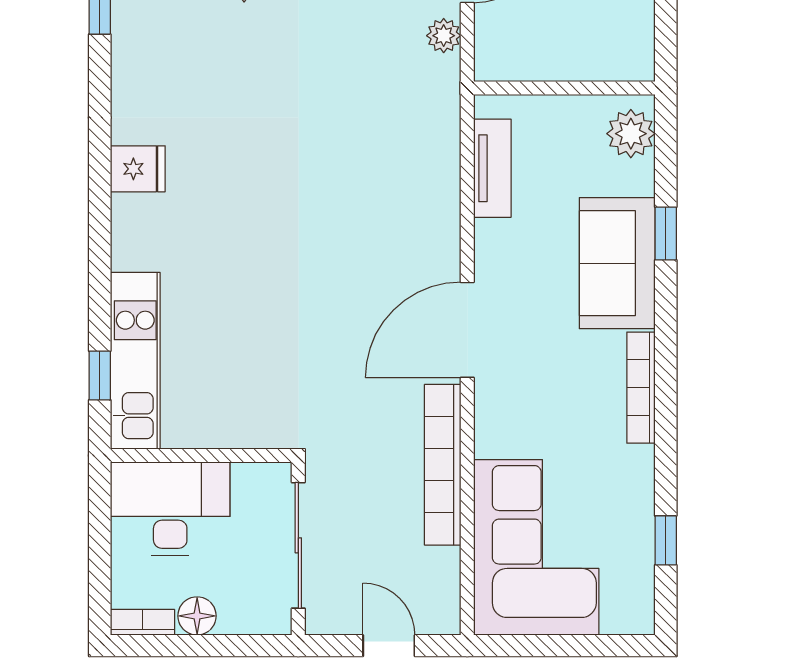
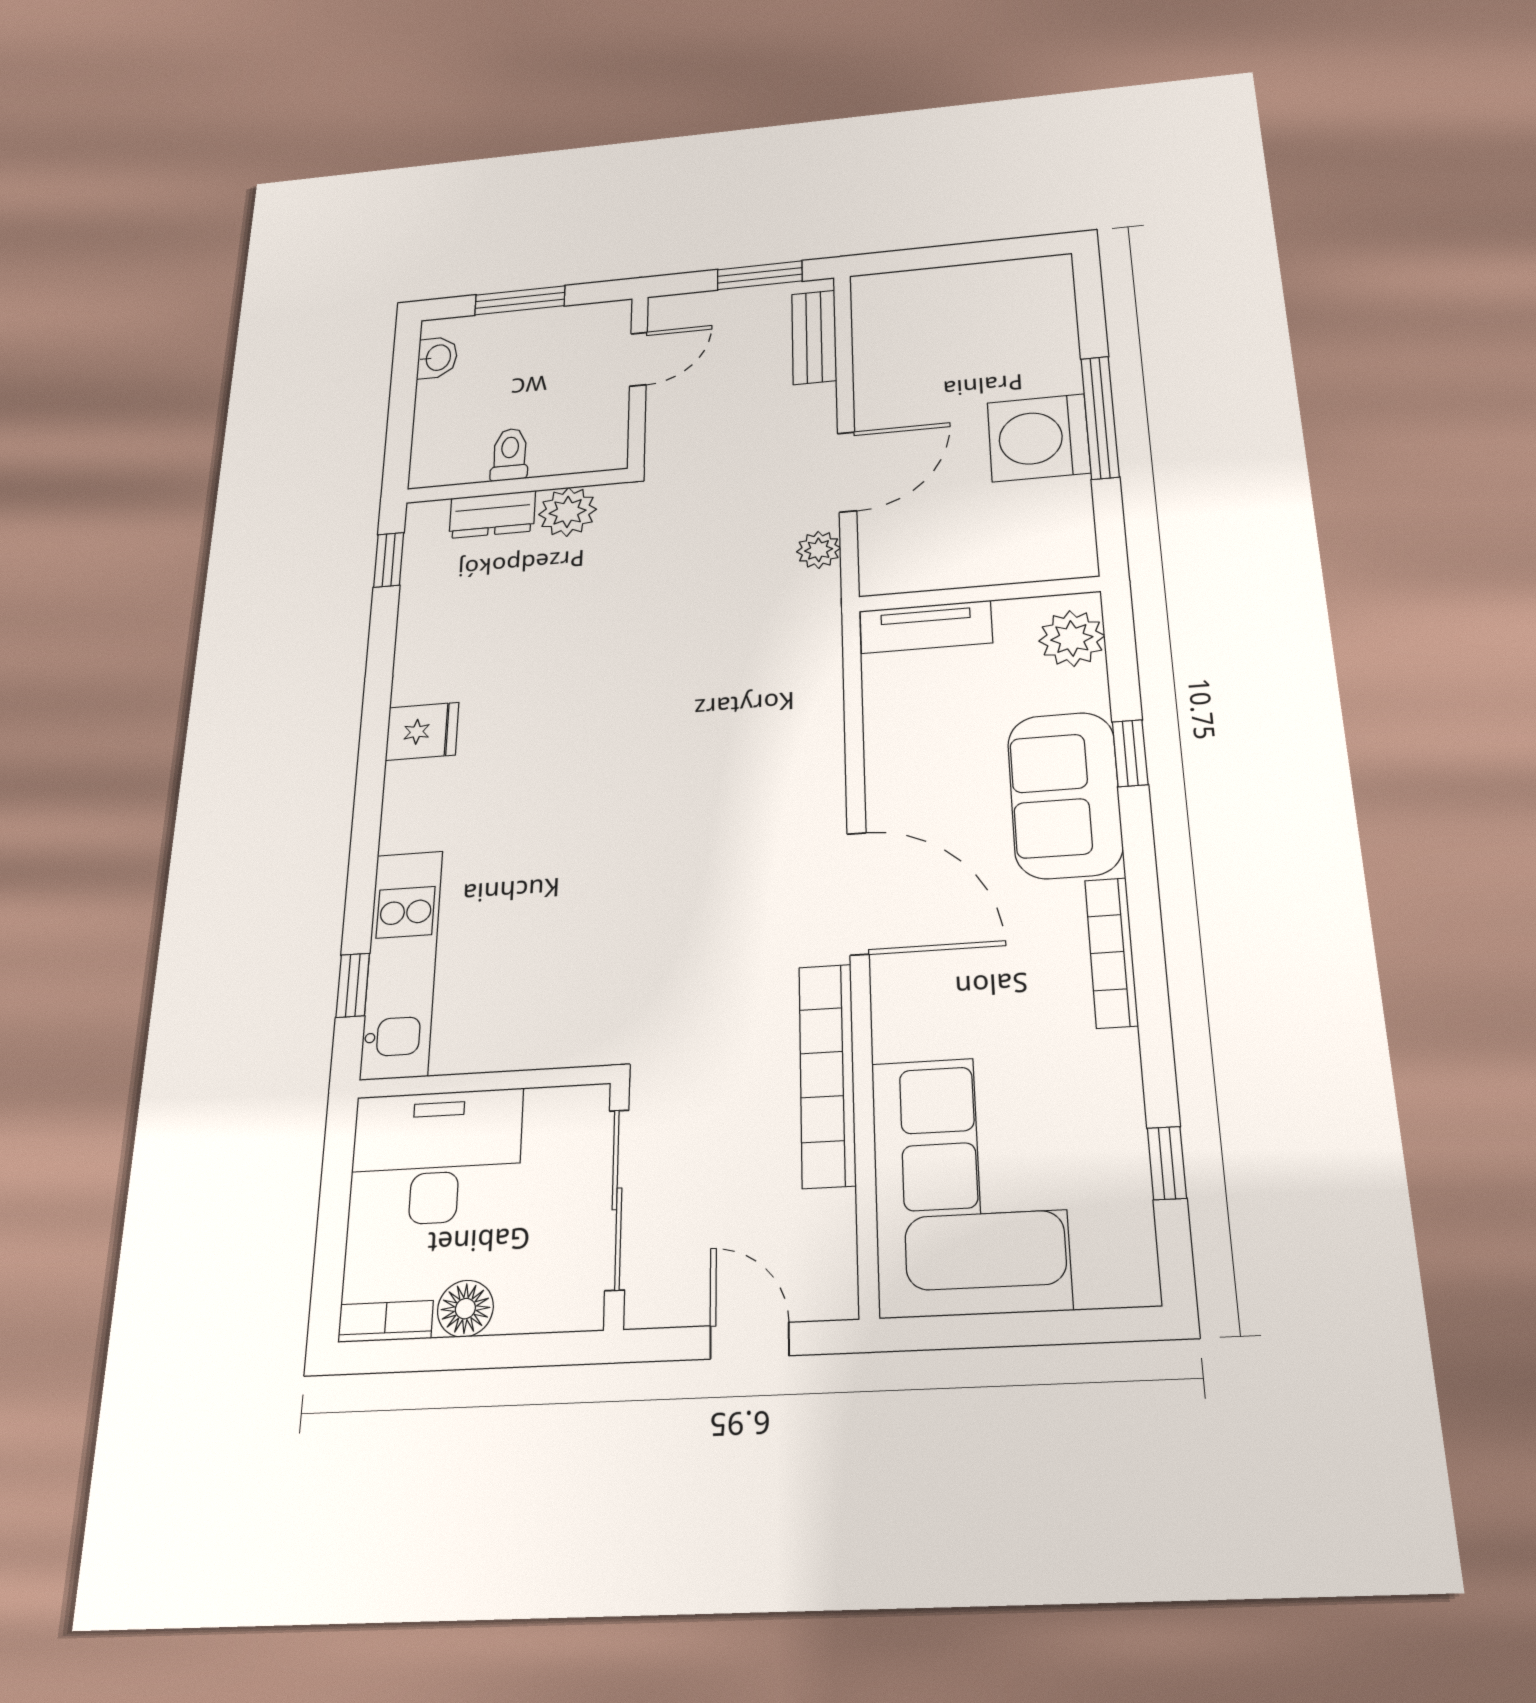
tv unit: (492, 168) -> (926, 627), moved, turned 90
door: (467, 330) -> (858, 893), swing flipped

